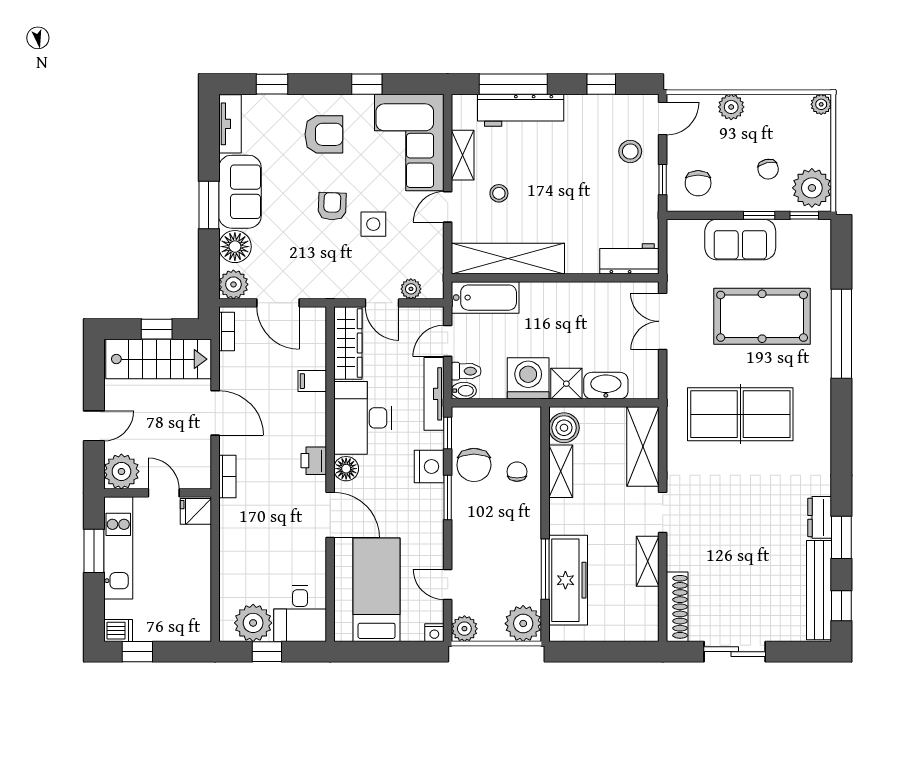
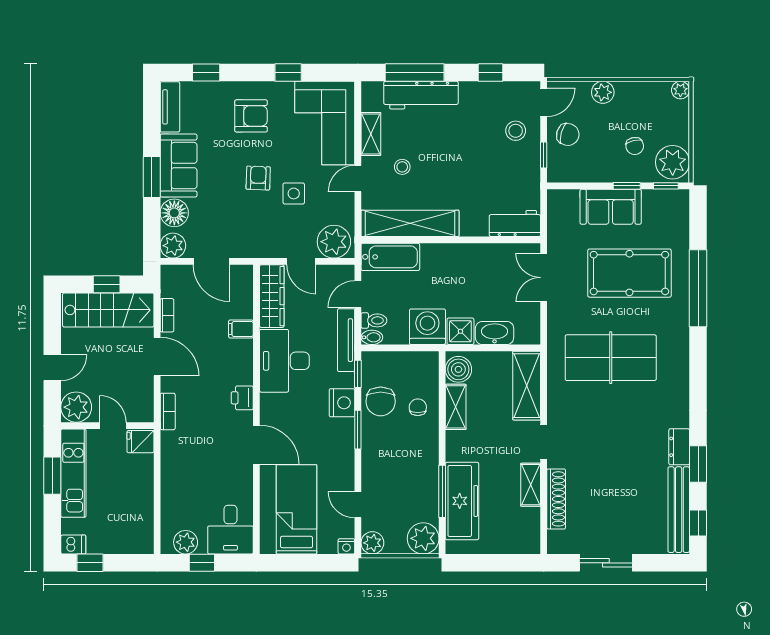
chair: (698, 183) -> (568, 134), moved, turned -74
plant: (411, 289) -> (334, 242), width x1.87, depth x1.87
bookcase: (227, 331) -> (167, 315), moved
floor lamp: (346, 469) -> (270, 405), removed
shoe rack: (677, 607) -> (556, 499), moved
plant: (253, 623) -> (186, 542), width x0.73, depth x0.73

